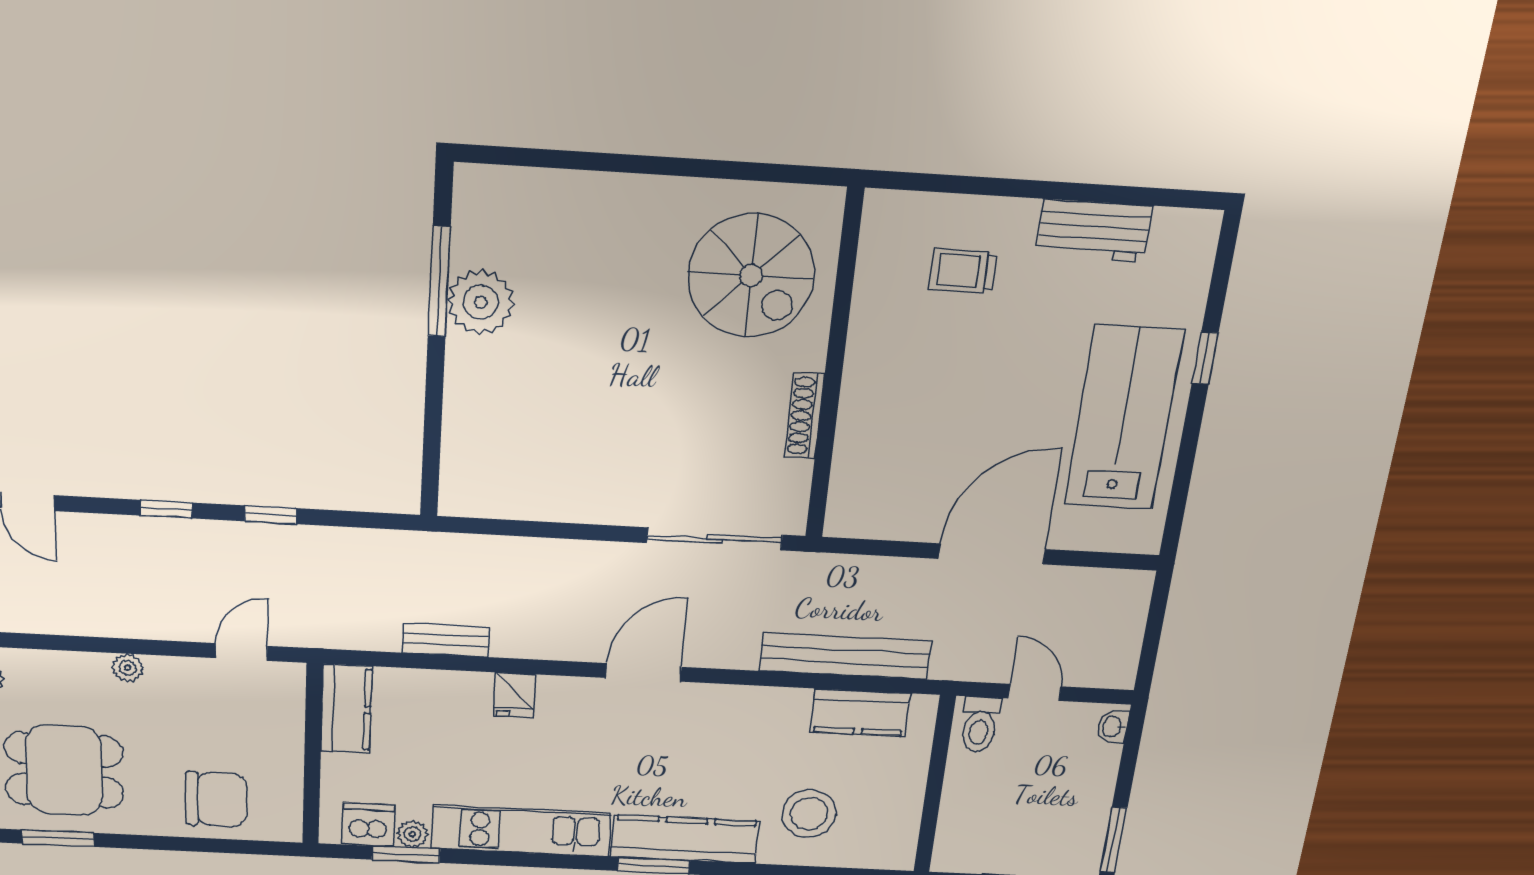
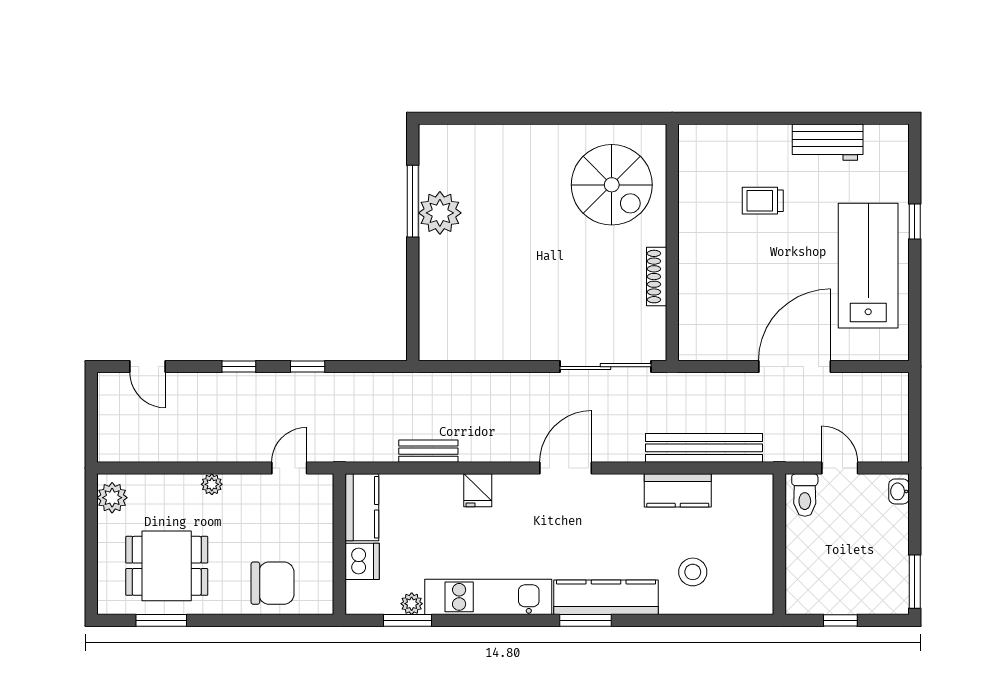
trolley: (963, 271) -> (763, 201), moved
kitchen counter: (860, 713) -> (678, 490), moved
stool: (809, 814) -> (693, 572), width x0.73, depth x0.73
dishwasher: (368, 825) -> (362, 561), moved, turned 90

